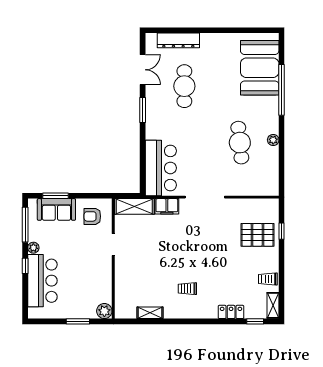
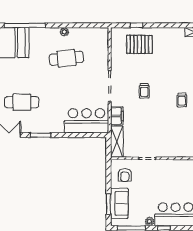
pallet: (257, 235) -> (139, 44), turned 90
trolley: (268, 279) -> (144, 91), moved

